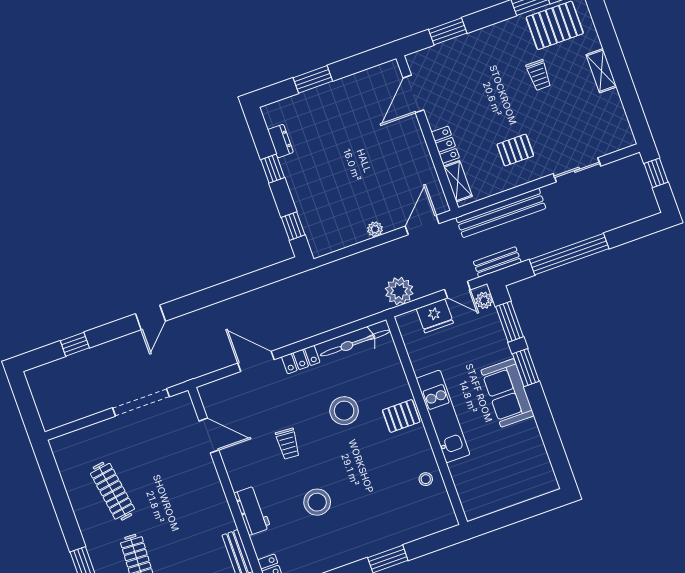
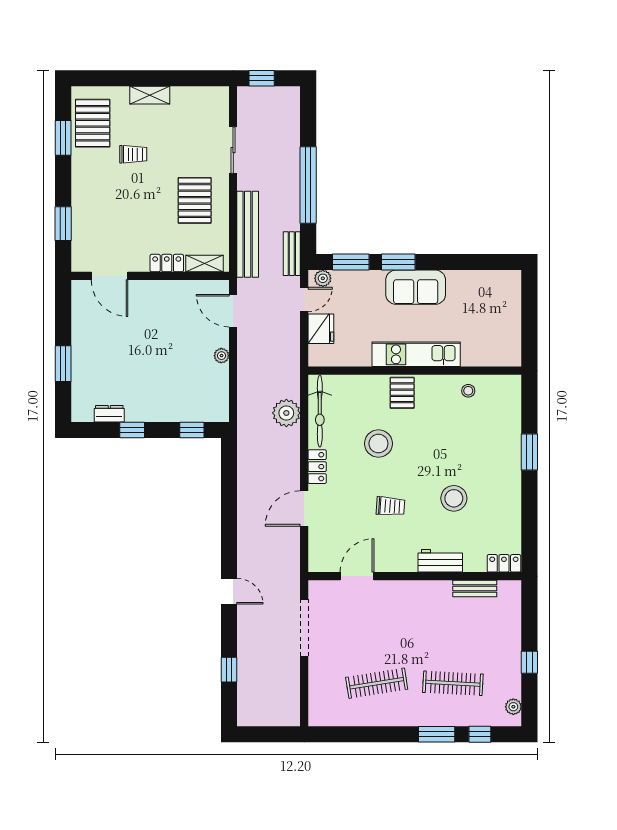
pallet: (515, 150) -> (195, 200), width x1.50, depth x1.42
plant: (399, 291) -> (286, 413), moved

